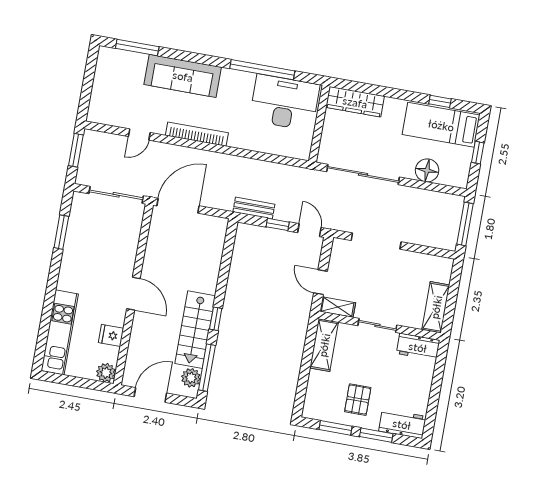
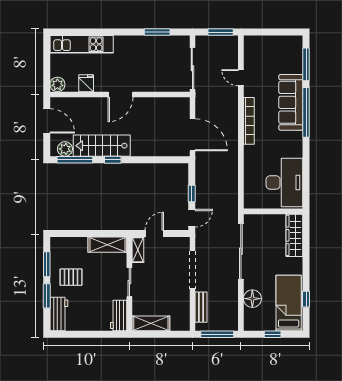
window: (262, 70) -> (306, 112), moved
door: (178, 206) -> (192, 135), moved
bench: (254, 208) -> (201, 307), moved

